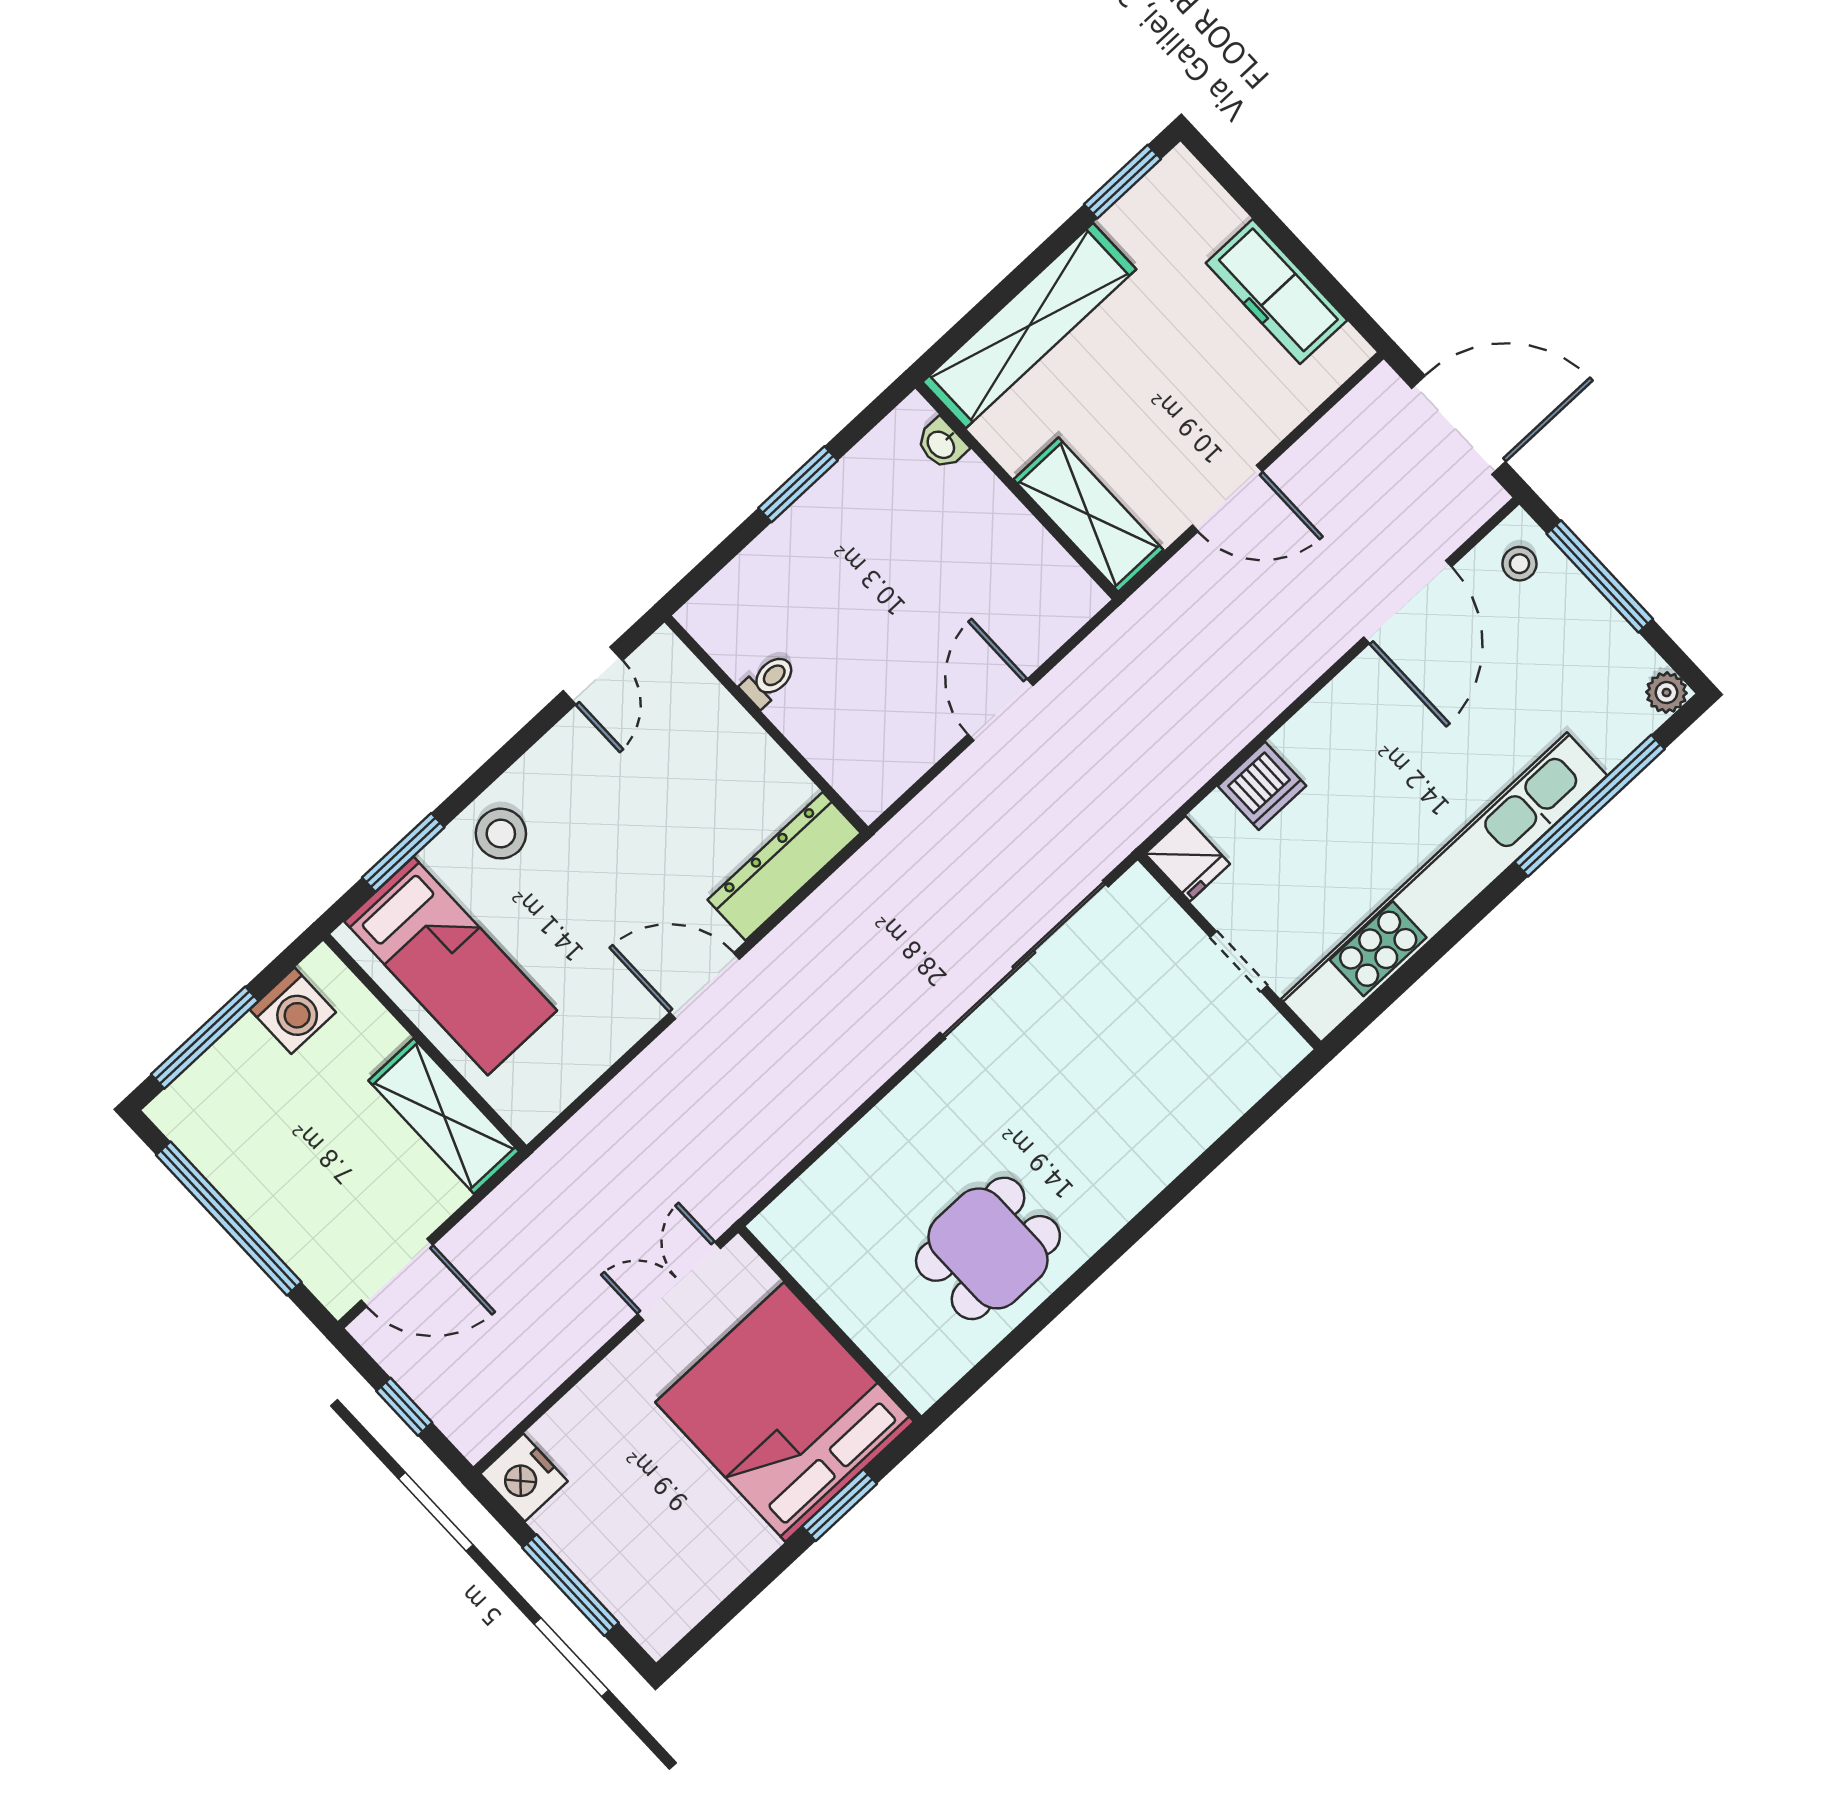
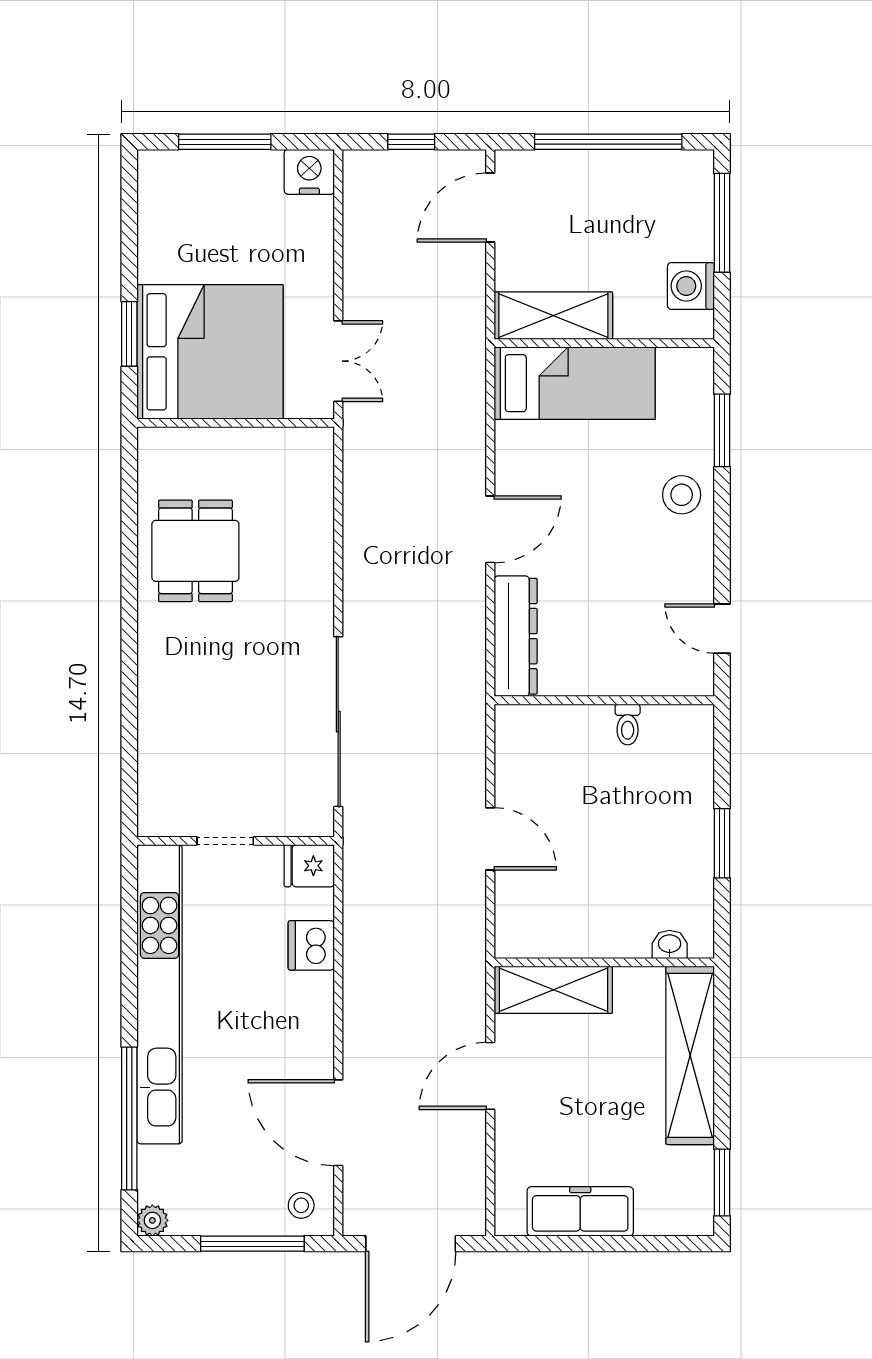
bed: (451, 966) -> (575, 383), moved, turned 180

